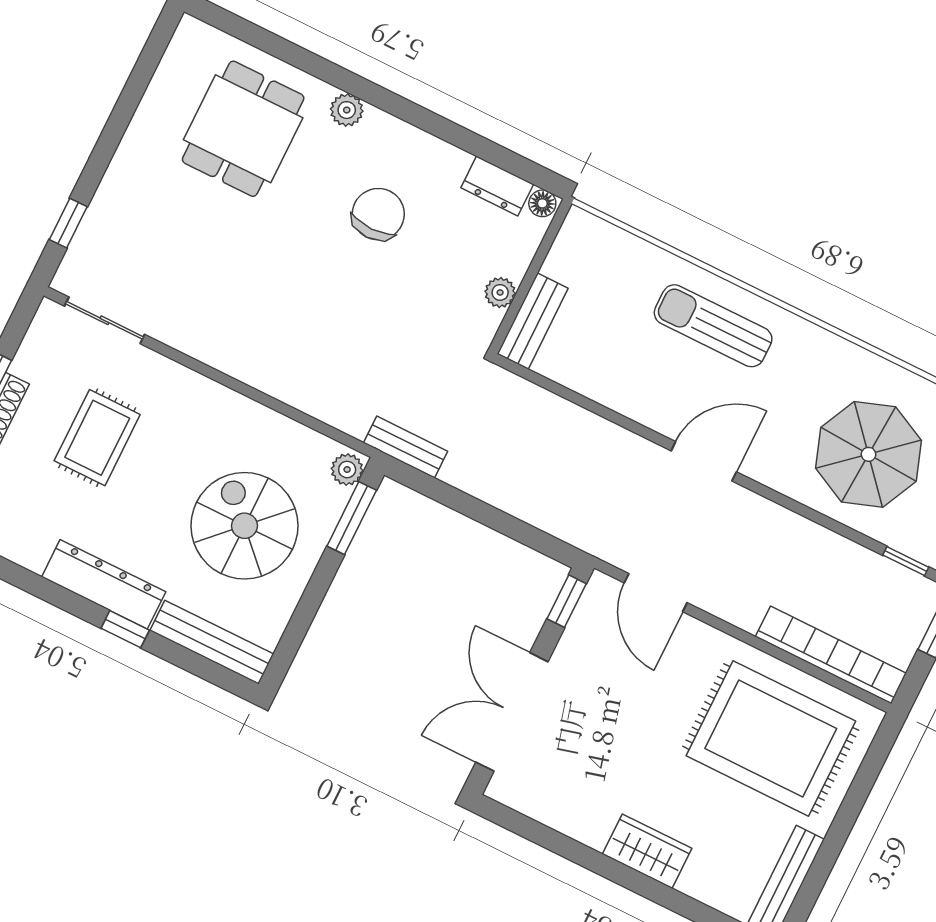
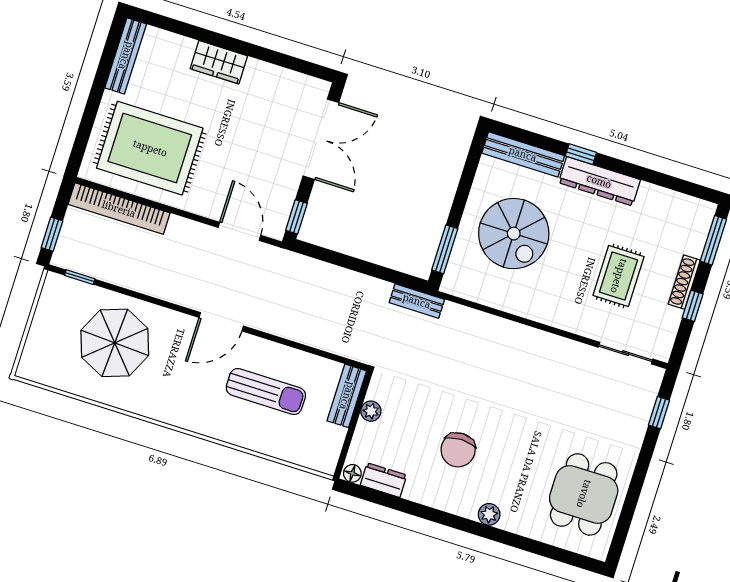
dining table: (243, 129) -> (584, 494), moved
sun lounger: (713, 326) -> (266, 391), moved
plant: (347, 470) -> (453, 280), removed

